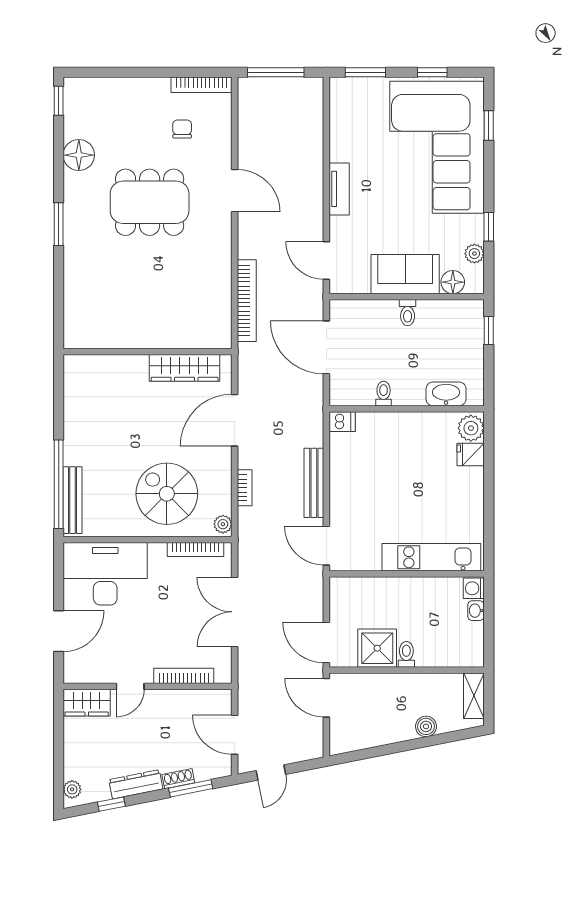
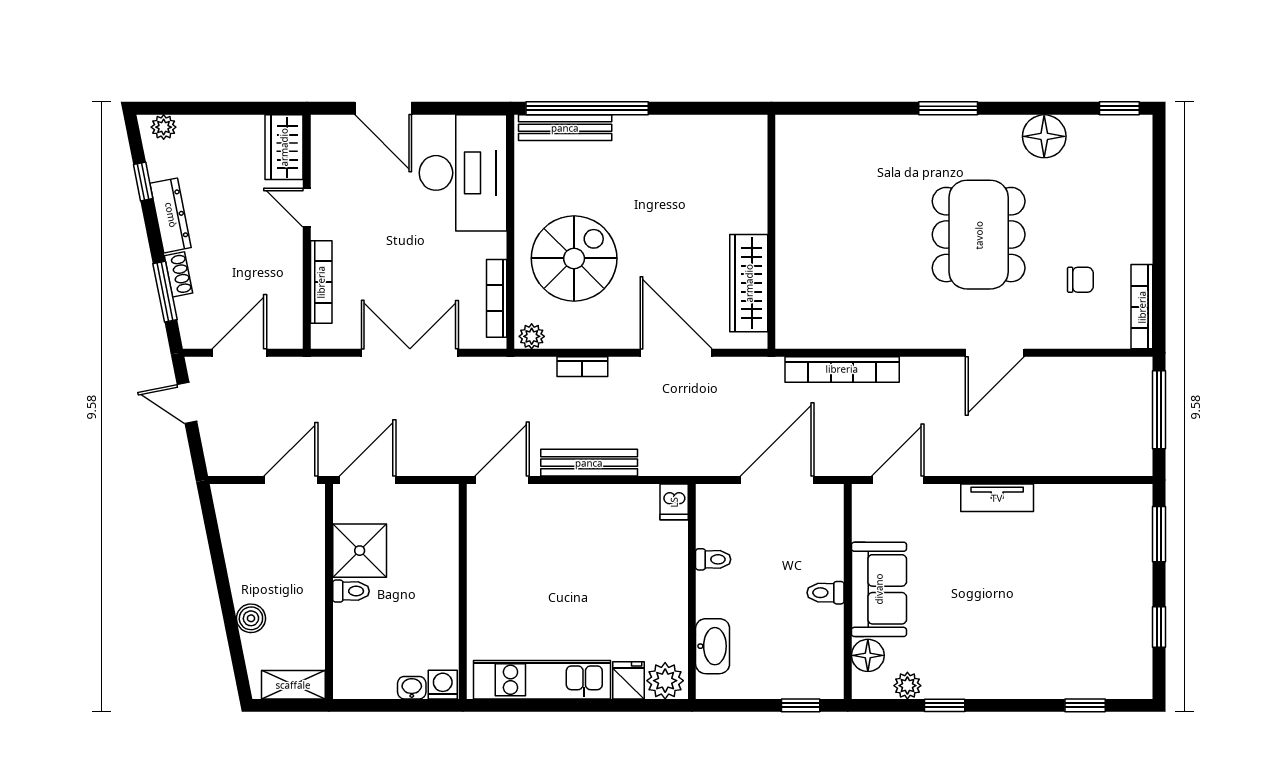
corner sofa: (437, 147) -> (1055, 634), removed
kitchen unit: (431, 557) -> (542, 680), moved, turned -90

